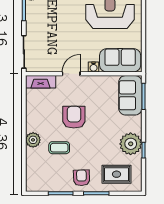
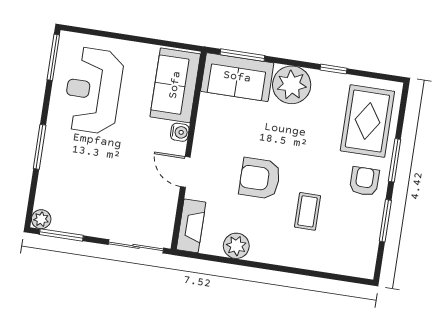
plant: (33, 140) -> (236, 246), moved
plant: (131, 144) -> (292, 85), moved
rug: (117, 174) -> (367, 121), width x1.36, depth x1.43
armchair: (82, 178) -> (364, 181), turned 92

